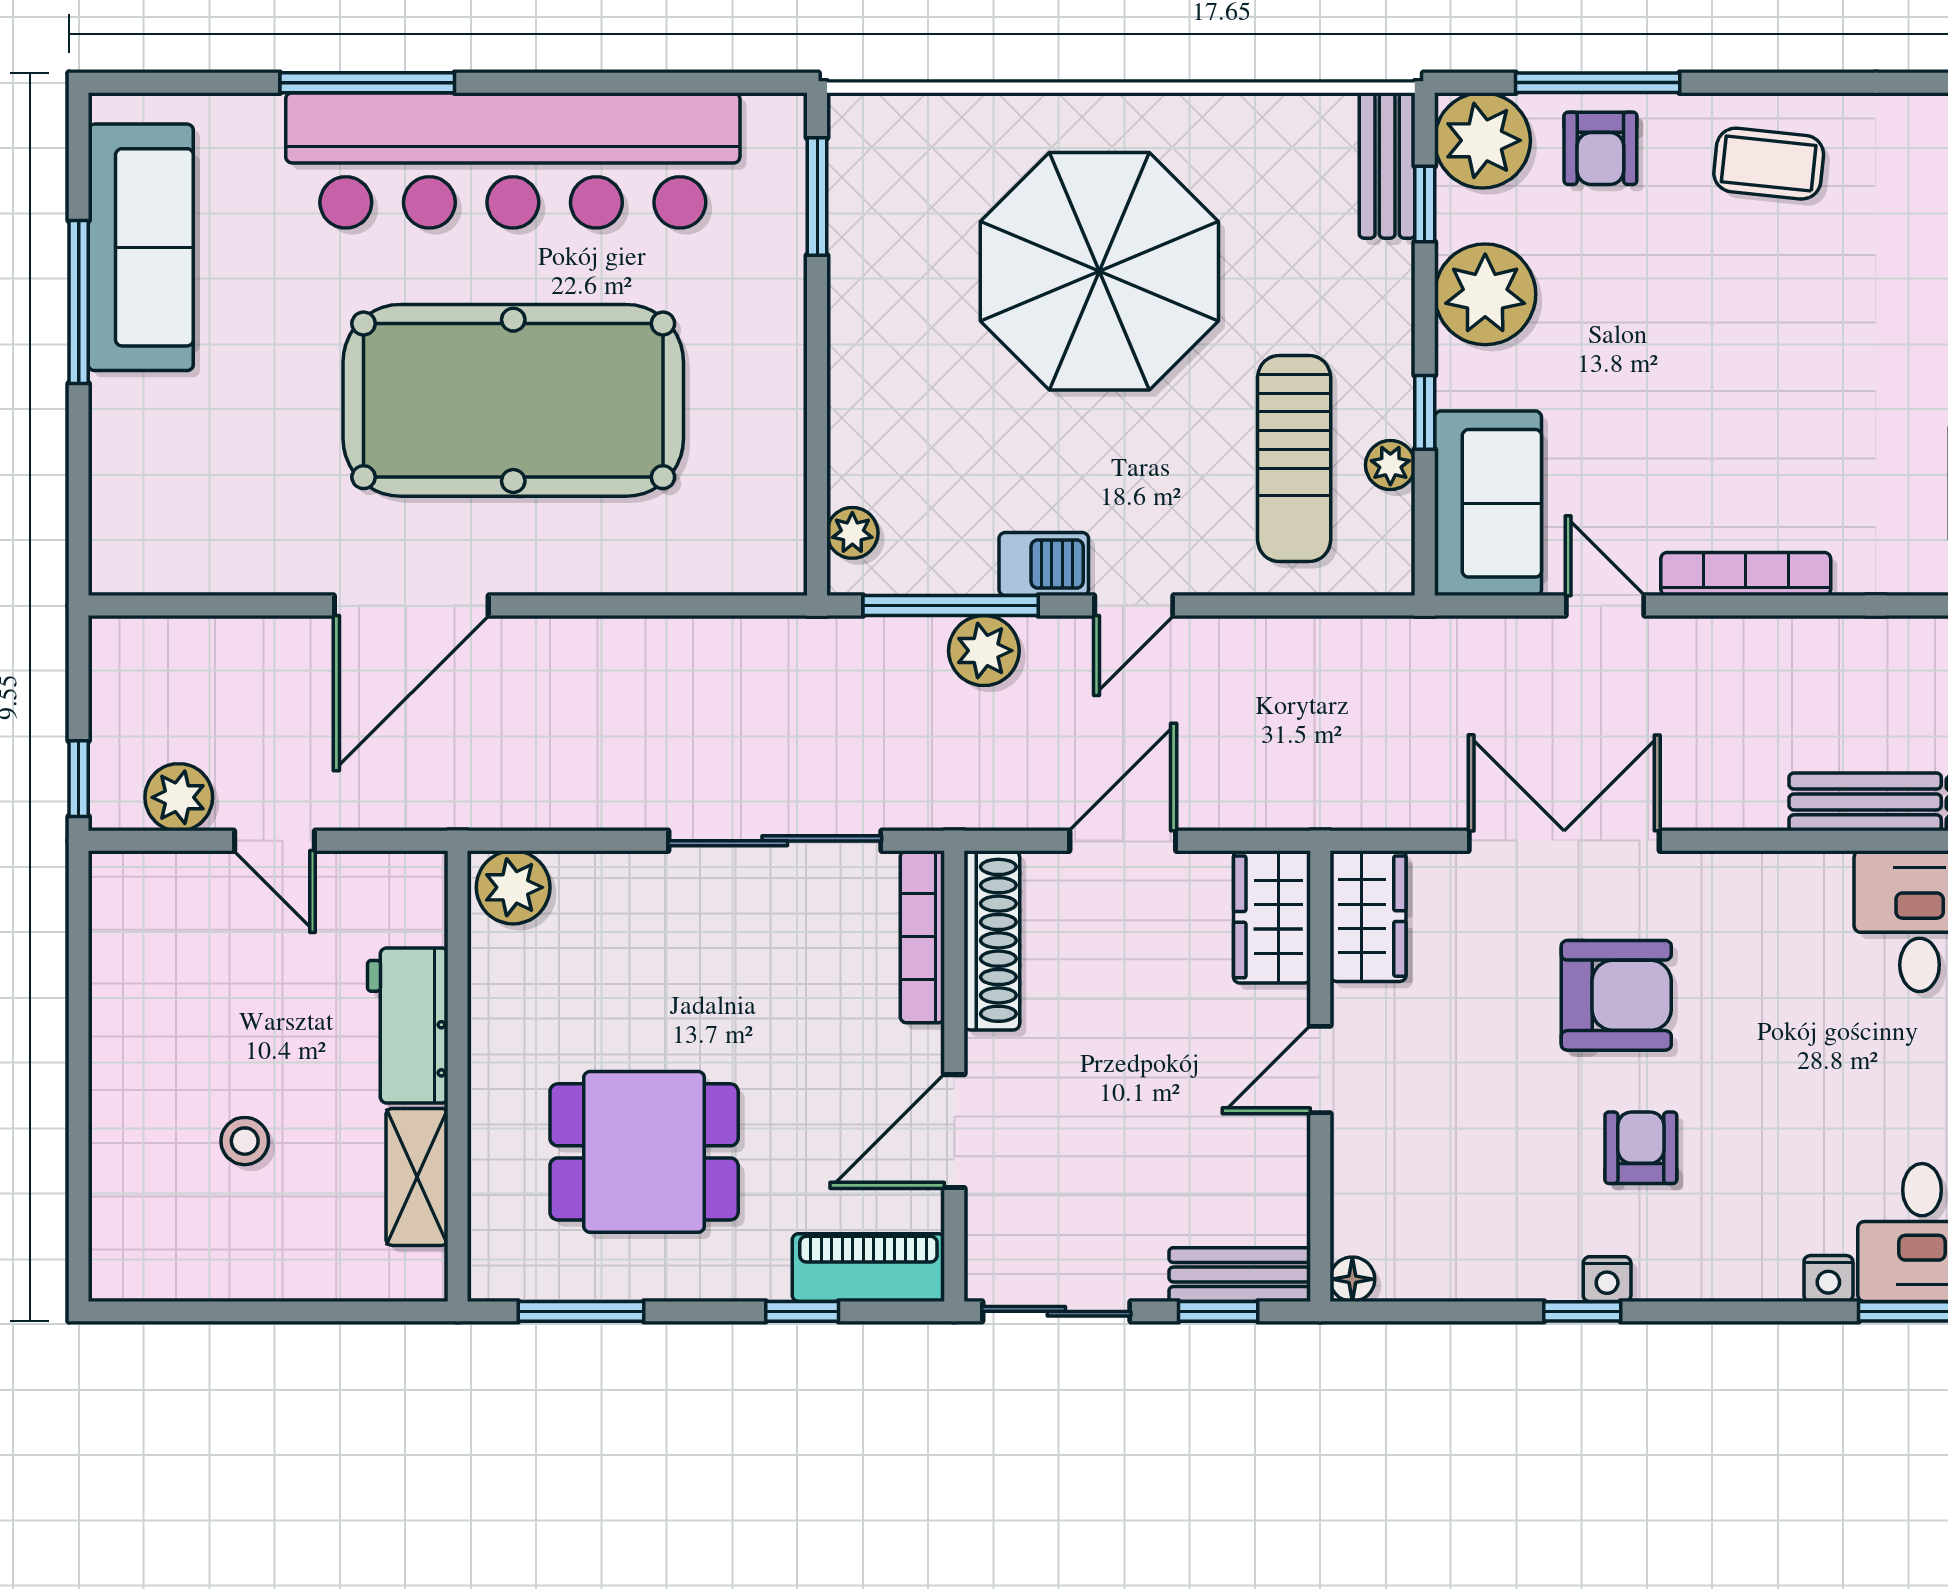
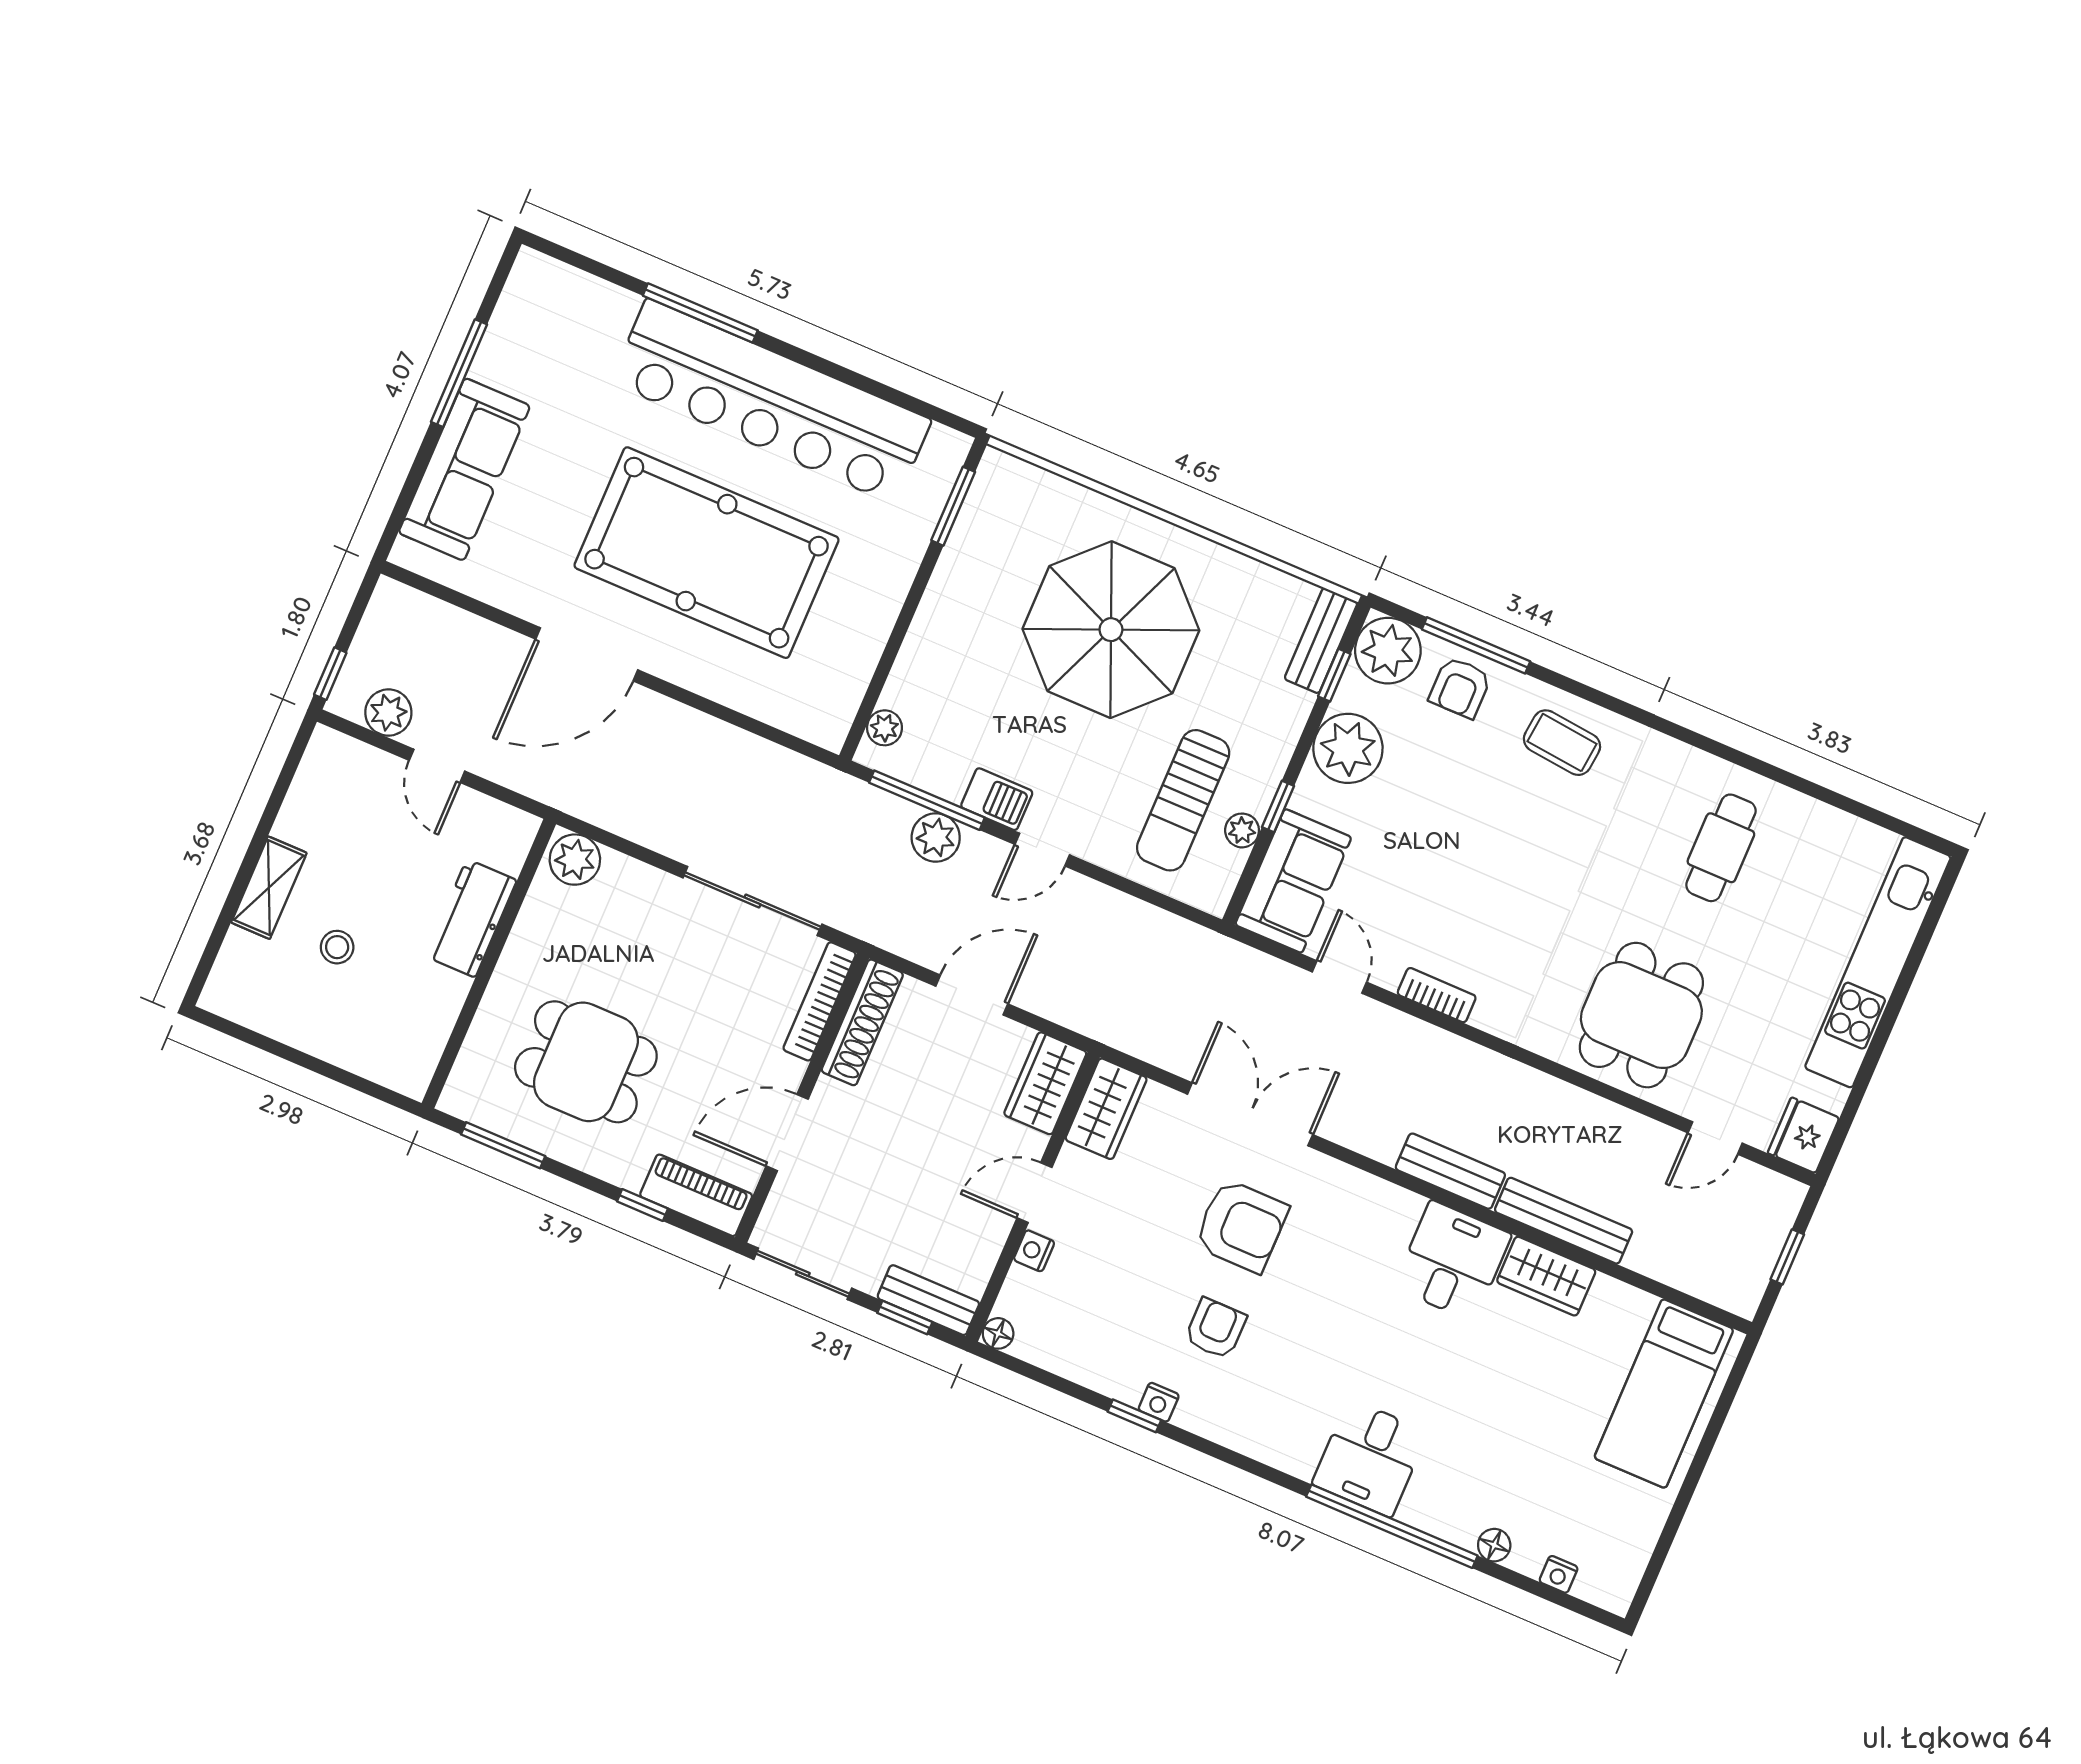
sofa: (141, 247) -> (464, 469), moved
bookcase: (1746, 574) -> (1437, 995), width x0.64
shelving: (417, 1177) -> (269, 888), moved
nightstand: (1828, 1278) -> (1034, 1251), moved, turned 90

